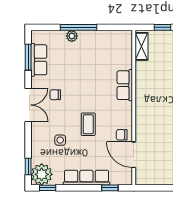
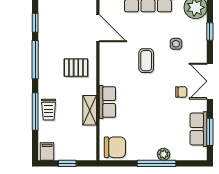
shelving: (141, 46) -> (90, 110), moved
pallet: (154, 118) -> (76, 68), added
chair: (122, 135) -> (115, 147), moved, width x1.87, depth x1.87
window: (28, 167) -> (210, 32), moved

